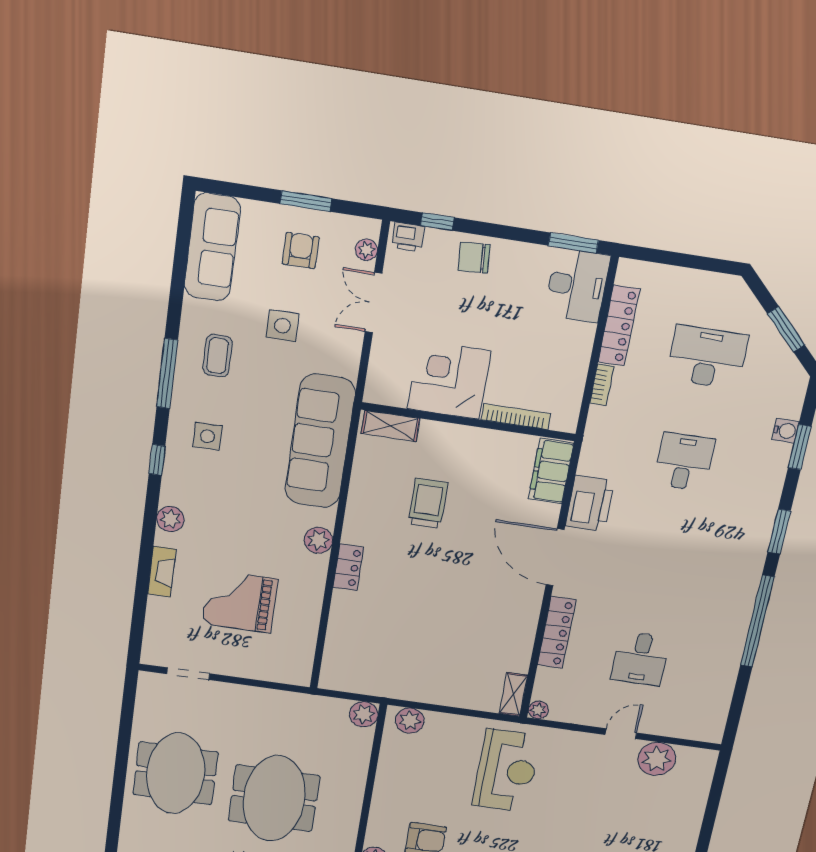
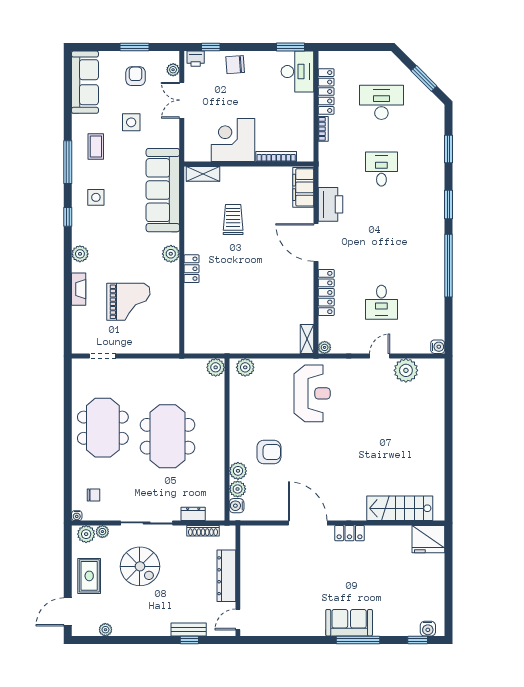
water cooler: (785, 431) -> (438, 347), moved
grand piano: (240, 601) -> (128, 302), turned 180

